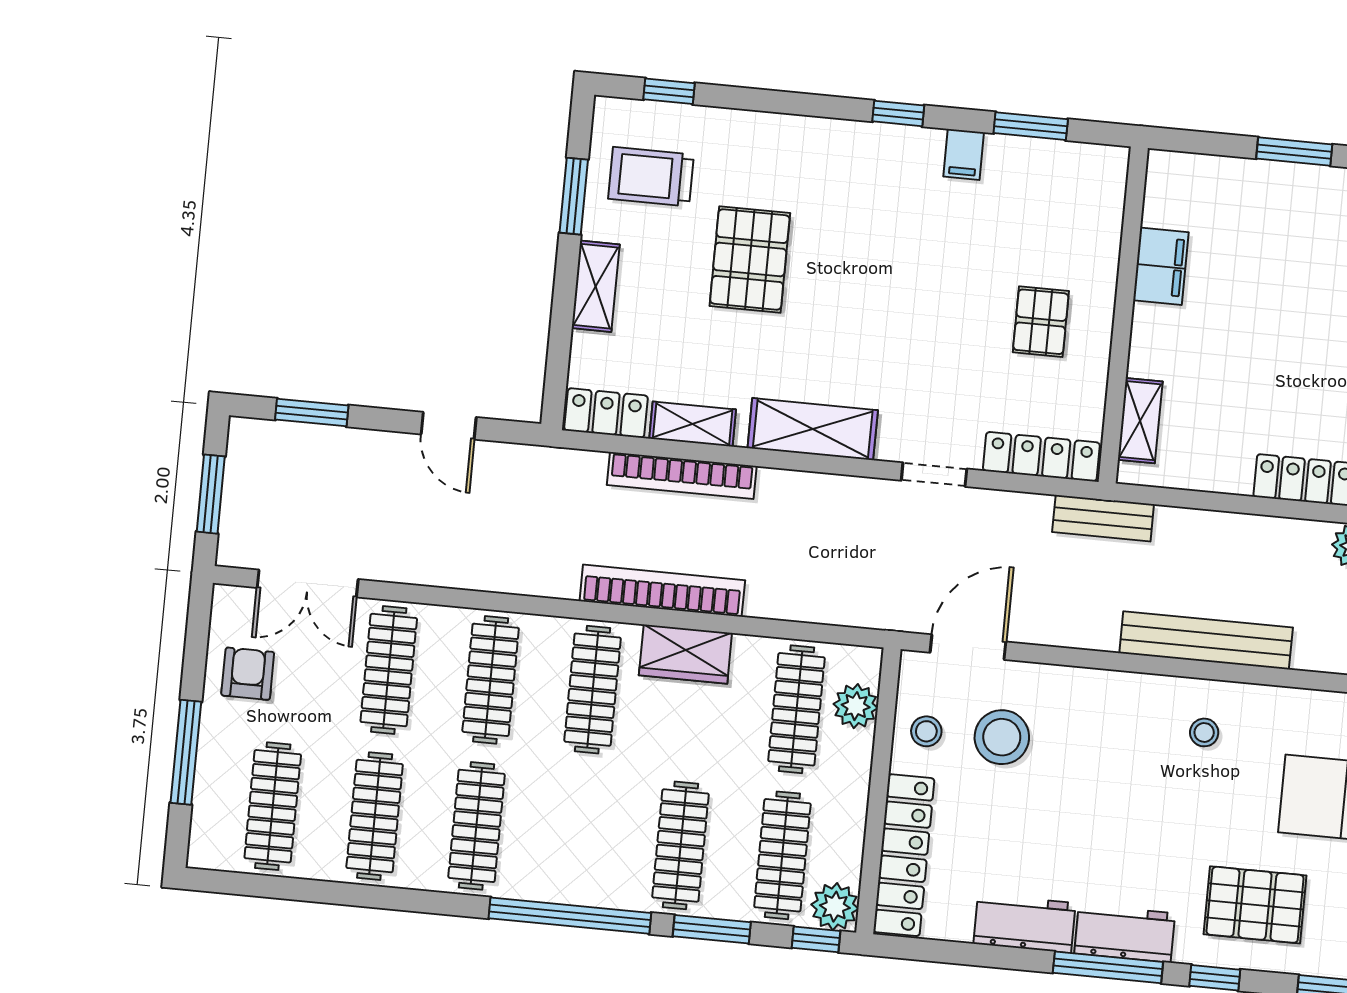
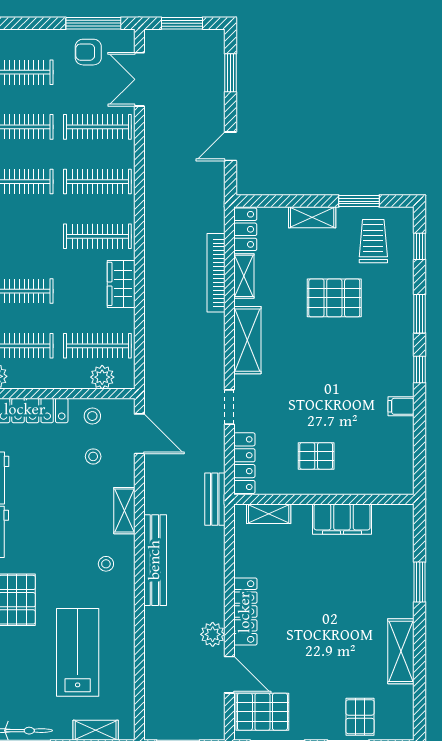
window: (1031, 126) -> (420, 314), moved
filing cabinet: (1161, 266) -> (342, 519), width x1.50, depth x1.17
bookcase: (662, 591) -> (154, 268), removed
armchair: (248, 674) -> (88, 52), turned 180
shelving: (1108, 689) -> (124, 511), added
stool: (1002, 737) -> (93, 456), width x0.53, depth x0.53
window: (186, 752) -> (93, 23), moved

